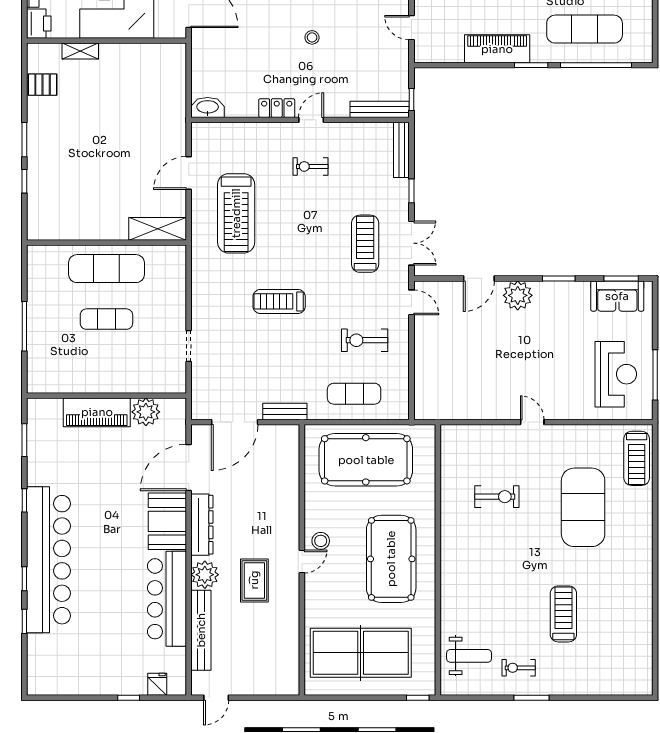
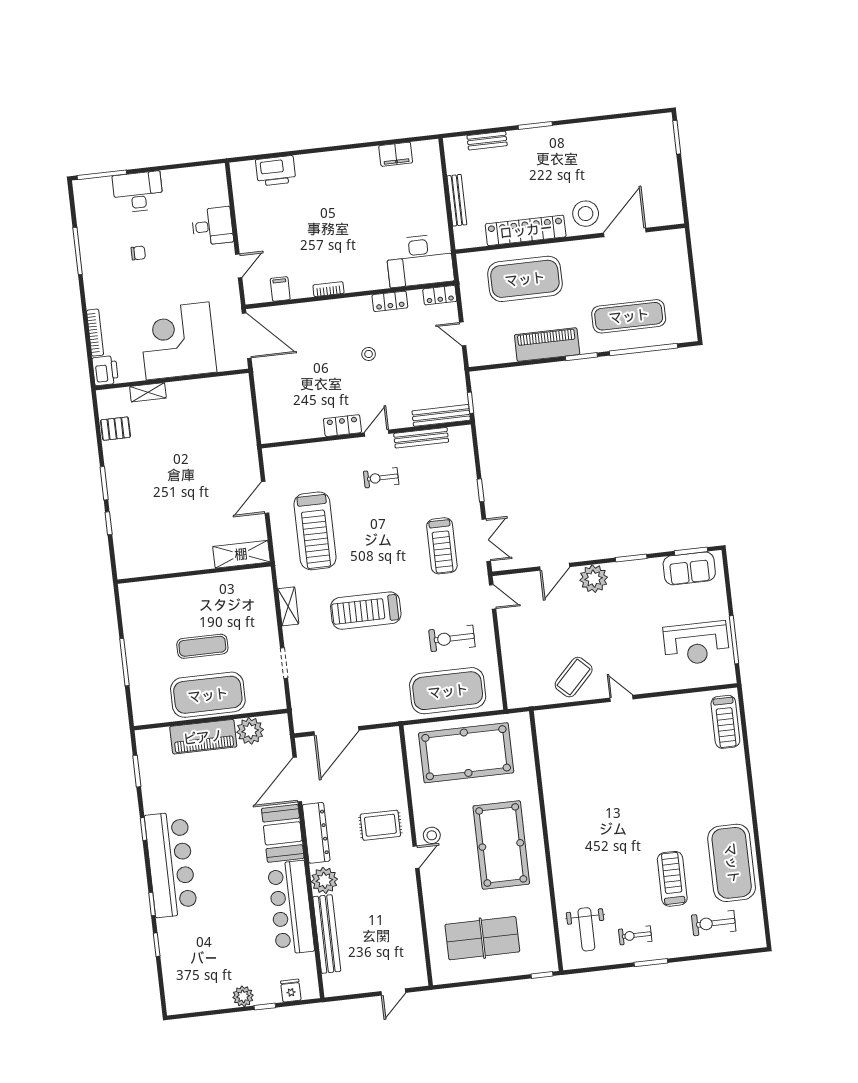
washbasin: (208, 107) -> (276, 432), removed
bench: (401, 150) -> (421, 438), moved, turned 90
treadmill: (365, 244) -> (442, 546), turned 180
exercise mat: (106, 269) -> (208, 695), moved, width x1.47
shelving: (200, 288) -> (288, 606), added
treadmill: (279, 301) -> (366, 611), width x1.37, depth x1.38
reception desk: (616, 374) -> (696, 643), turned 90
exercise mat: (354, 394) -> (448, 691), width x2.00, depth x1.45
coffee table: (485, 394) -> (574, 677), added
bench: (285, 411) -> (383, 715), removed
exercise bike: (497, 497) -> (714, 923), moved, turned 180
exercise mat: (583, 507) -> (732, 863), moved
bar counter: (48, 560) -> (171, 864), width x0.73
rug: (254, 580) -> (380, 825), moved, turned 90
table tennis table: (361, 653) -> (482, 938), width x0.73, depth x0.76
weight bench: (469, 656) -> (586, 929), turned 90
plant: (107, 685) -> (243, 996), added
door: (216, 698) -> (393, 992), moved

